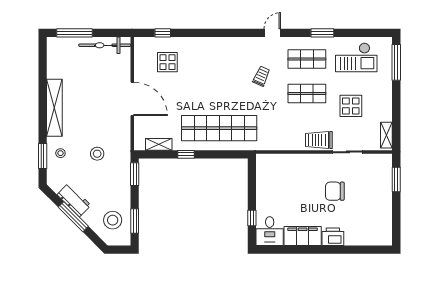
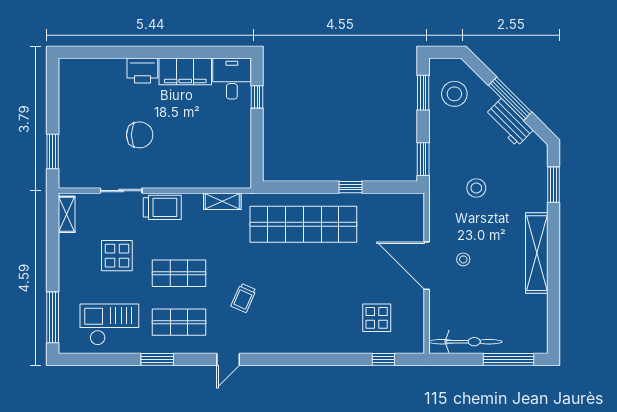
shelving: (159, 144) -> (222, 201), moved
stool: (60, 153) -> (463, 259), moved

